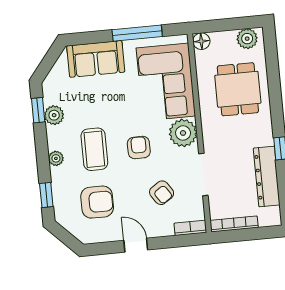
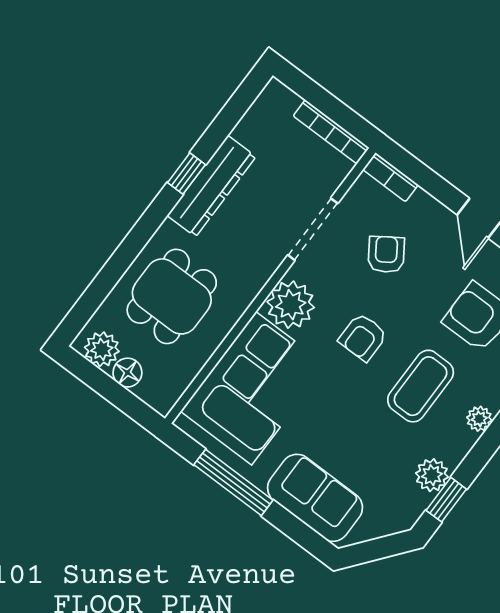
floor lamp: (201, 41) -> (127, 373), moved
dresser: (267, 176) -> (212, 186), moved

